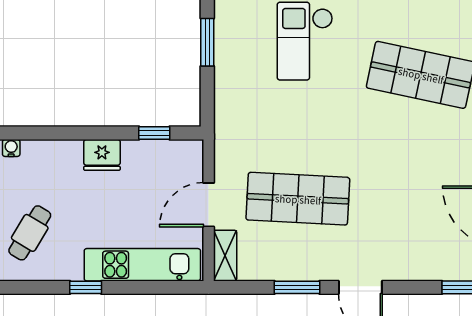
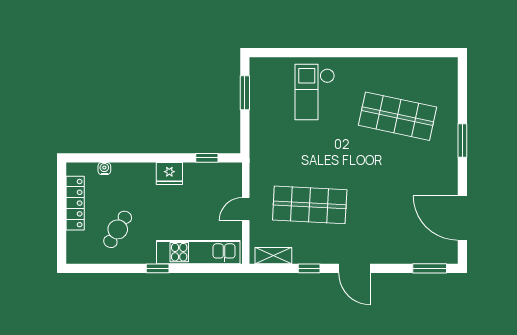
door: (209, 205) -> (246, 209), width x0.73
shelving: (225, 256) -> (273, 256), moved, turned 90
window: (297, 287) -> (309, 268), width x0.67

